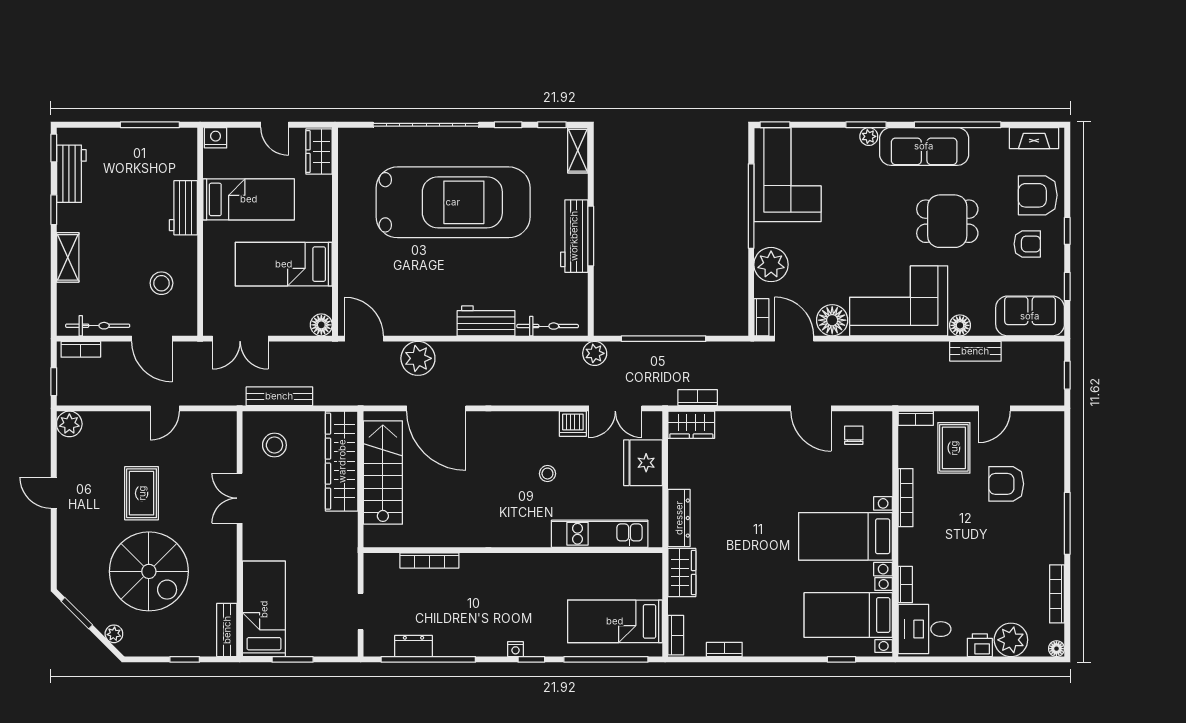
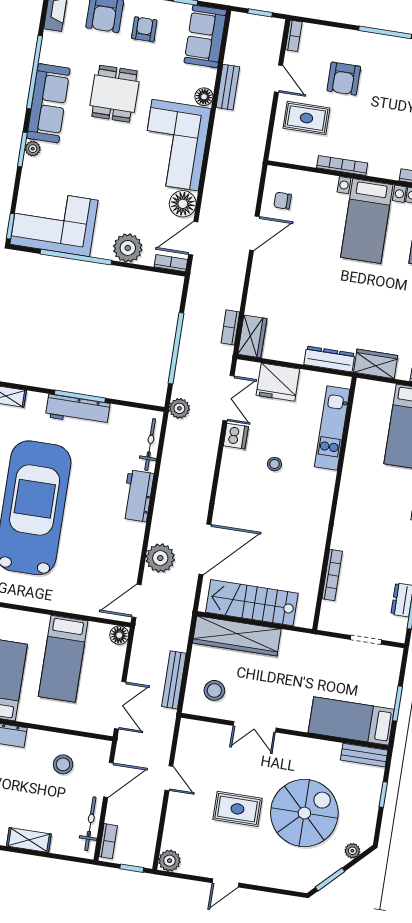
bookcase: (916, 418) -> (294, 36), moved

